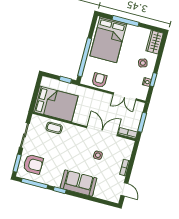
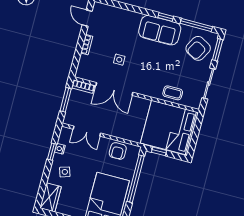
double door: (125, 96) -> (87, 131), swing flipped
bed: (56, 104) -> (169, 128), width x1.36
armchair: (33, 164) -> (198, 48), turned -61
sofa: (79, 183) -> (160, 30), moved

